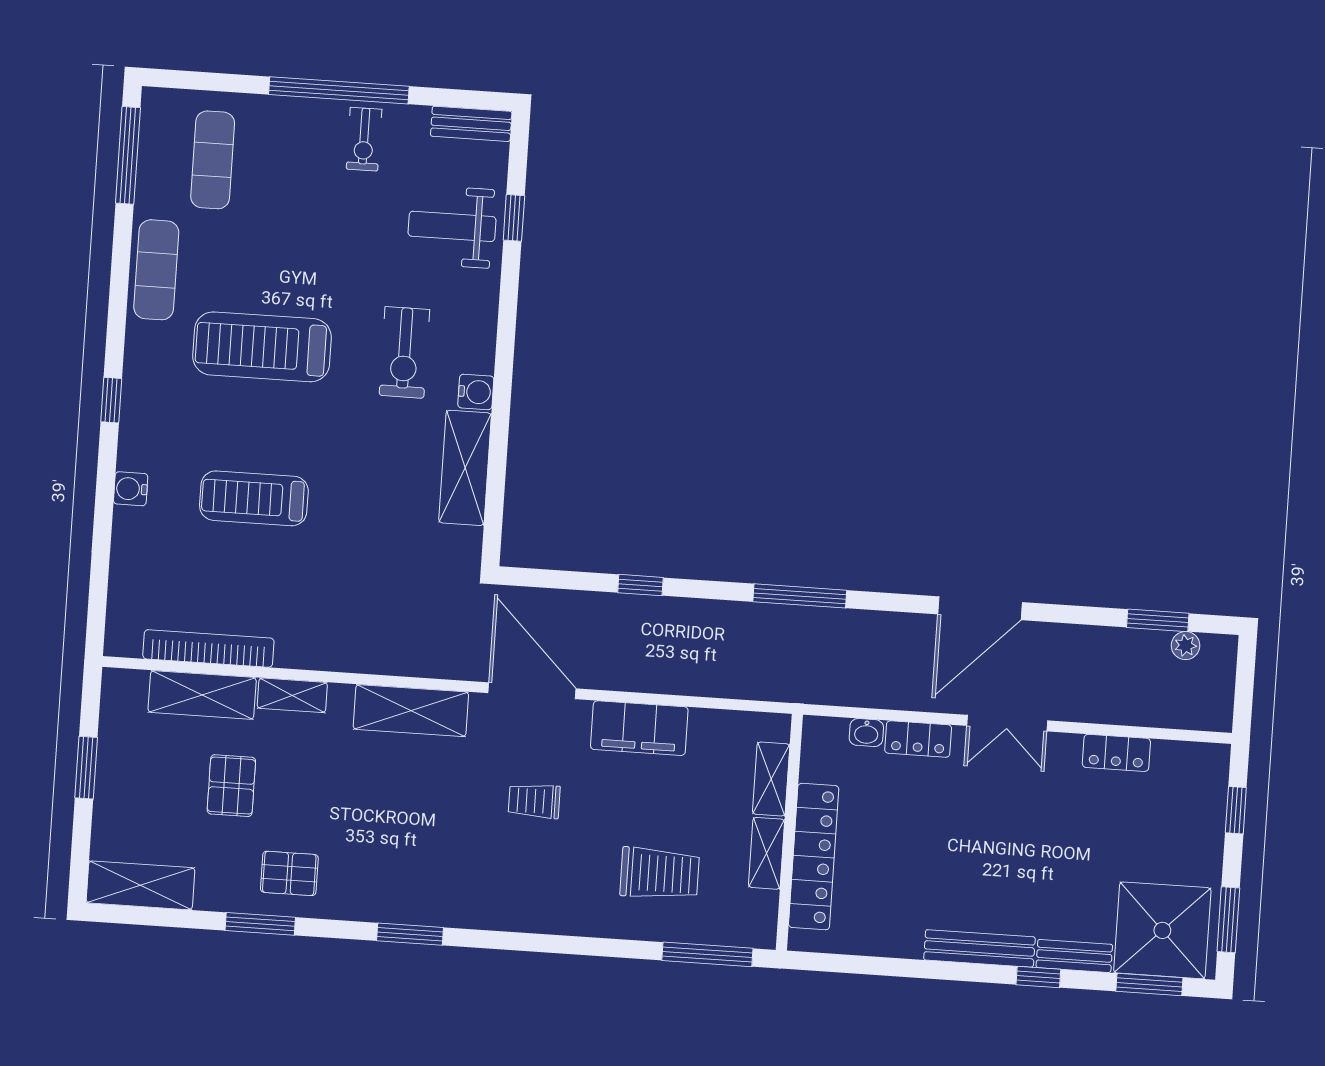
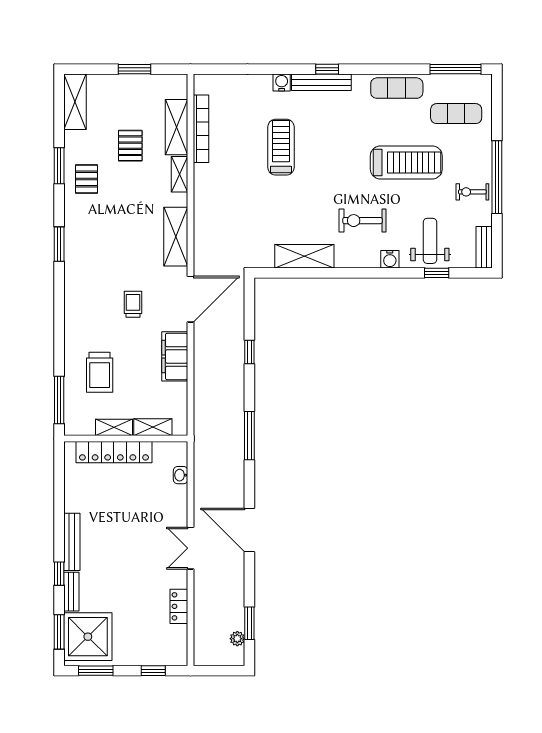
treadmill: (262, 347) -> (406, 162), moved, turned 90
water cooler: (476, 392) -> (390, 259), moved
bench: (135, 413) -> (321, 82), added
locker: (918, 739) -> (179, 502), removed
pallet: (231, 786) -> (130, 146), turned 90

